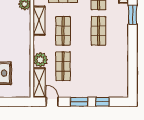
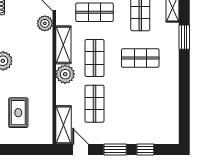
shop shelf: (98, 31) -> (140, 58), turned 90
plant: (40, 60) -> (65, 74), moved

